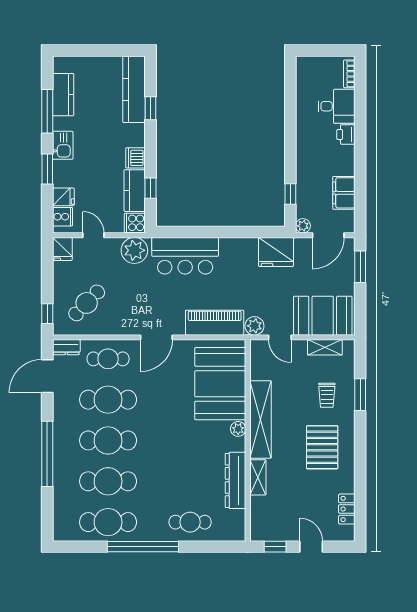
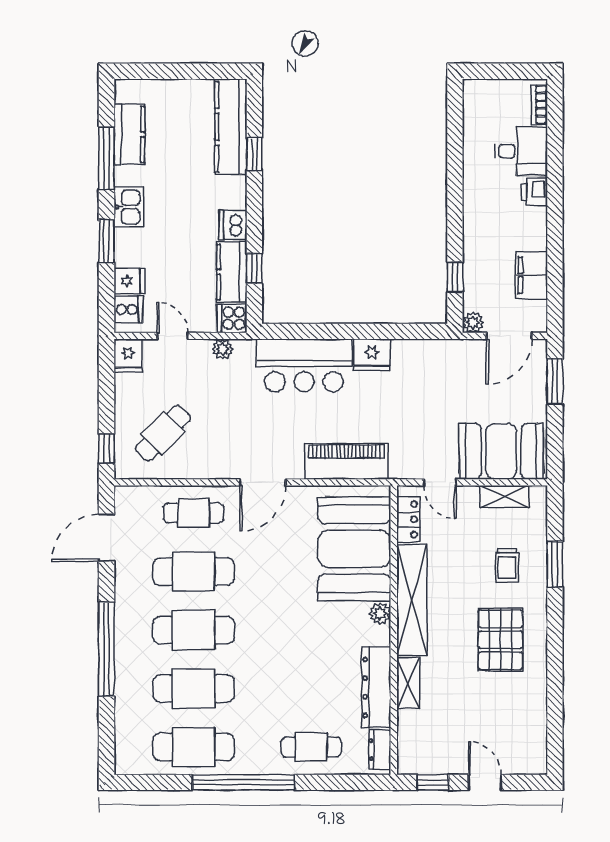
plant: (134, 250) -> (223, 349), width x0.53, depth x0.53
fridge: (276, 252) -> (372, 355), moved, width x0.73, depth x0.75
plant: (254, 326) -> (403, 466), removed
dresser: (66, 347) -> (380, 750), moved, turned 90
locker: (347, 509) -> (408, 519), moved, turned 180

